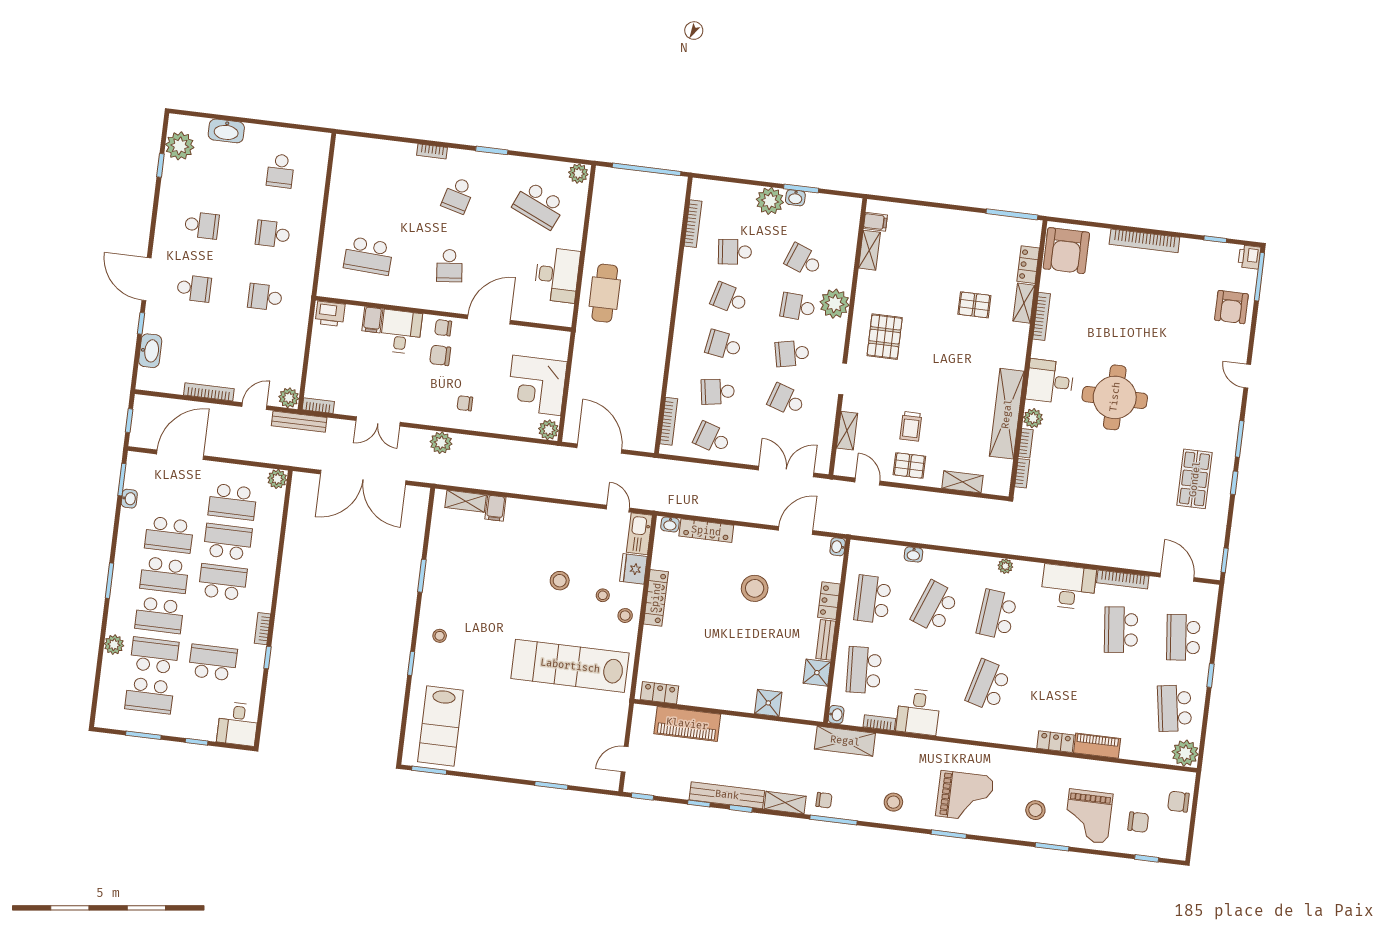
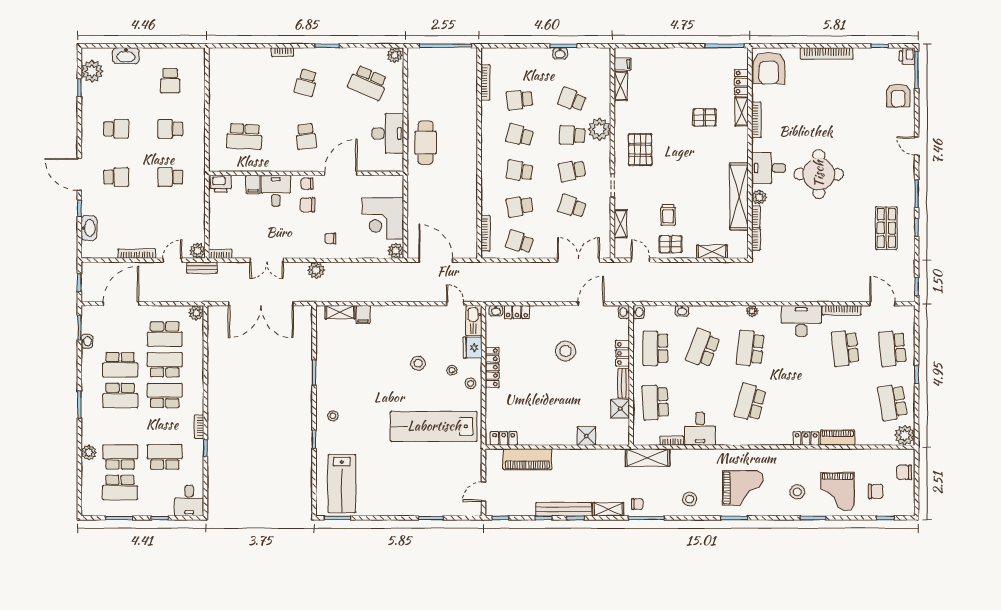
plant: (770, 201) -> (541, 58), removed
bench: (299, 422) -> (202, 268), width x0.73
locker: (706, 531) -> (517, 312), width x0.66
school desk: (159, 615) -> (120, 426), removed
washbasin: (836, 715) -> (638, 312), moved

